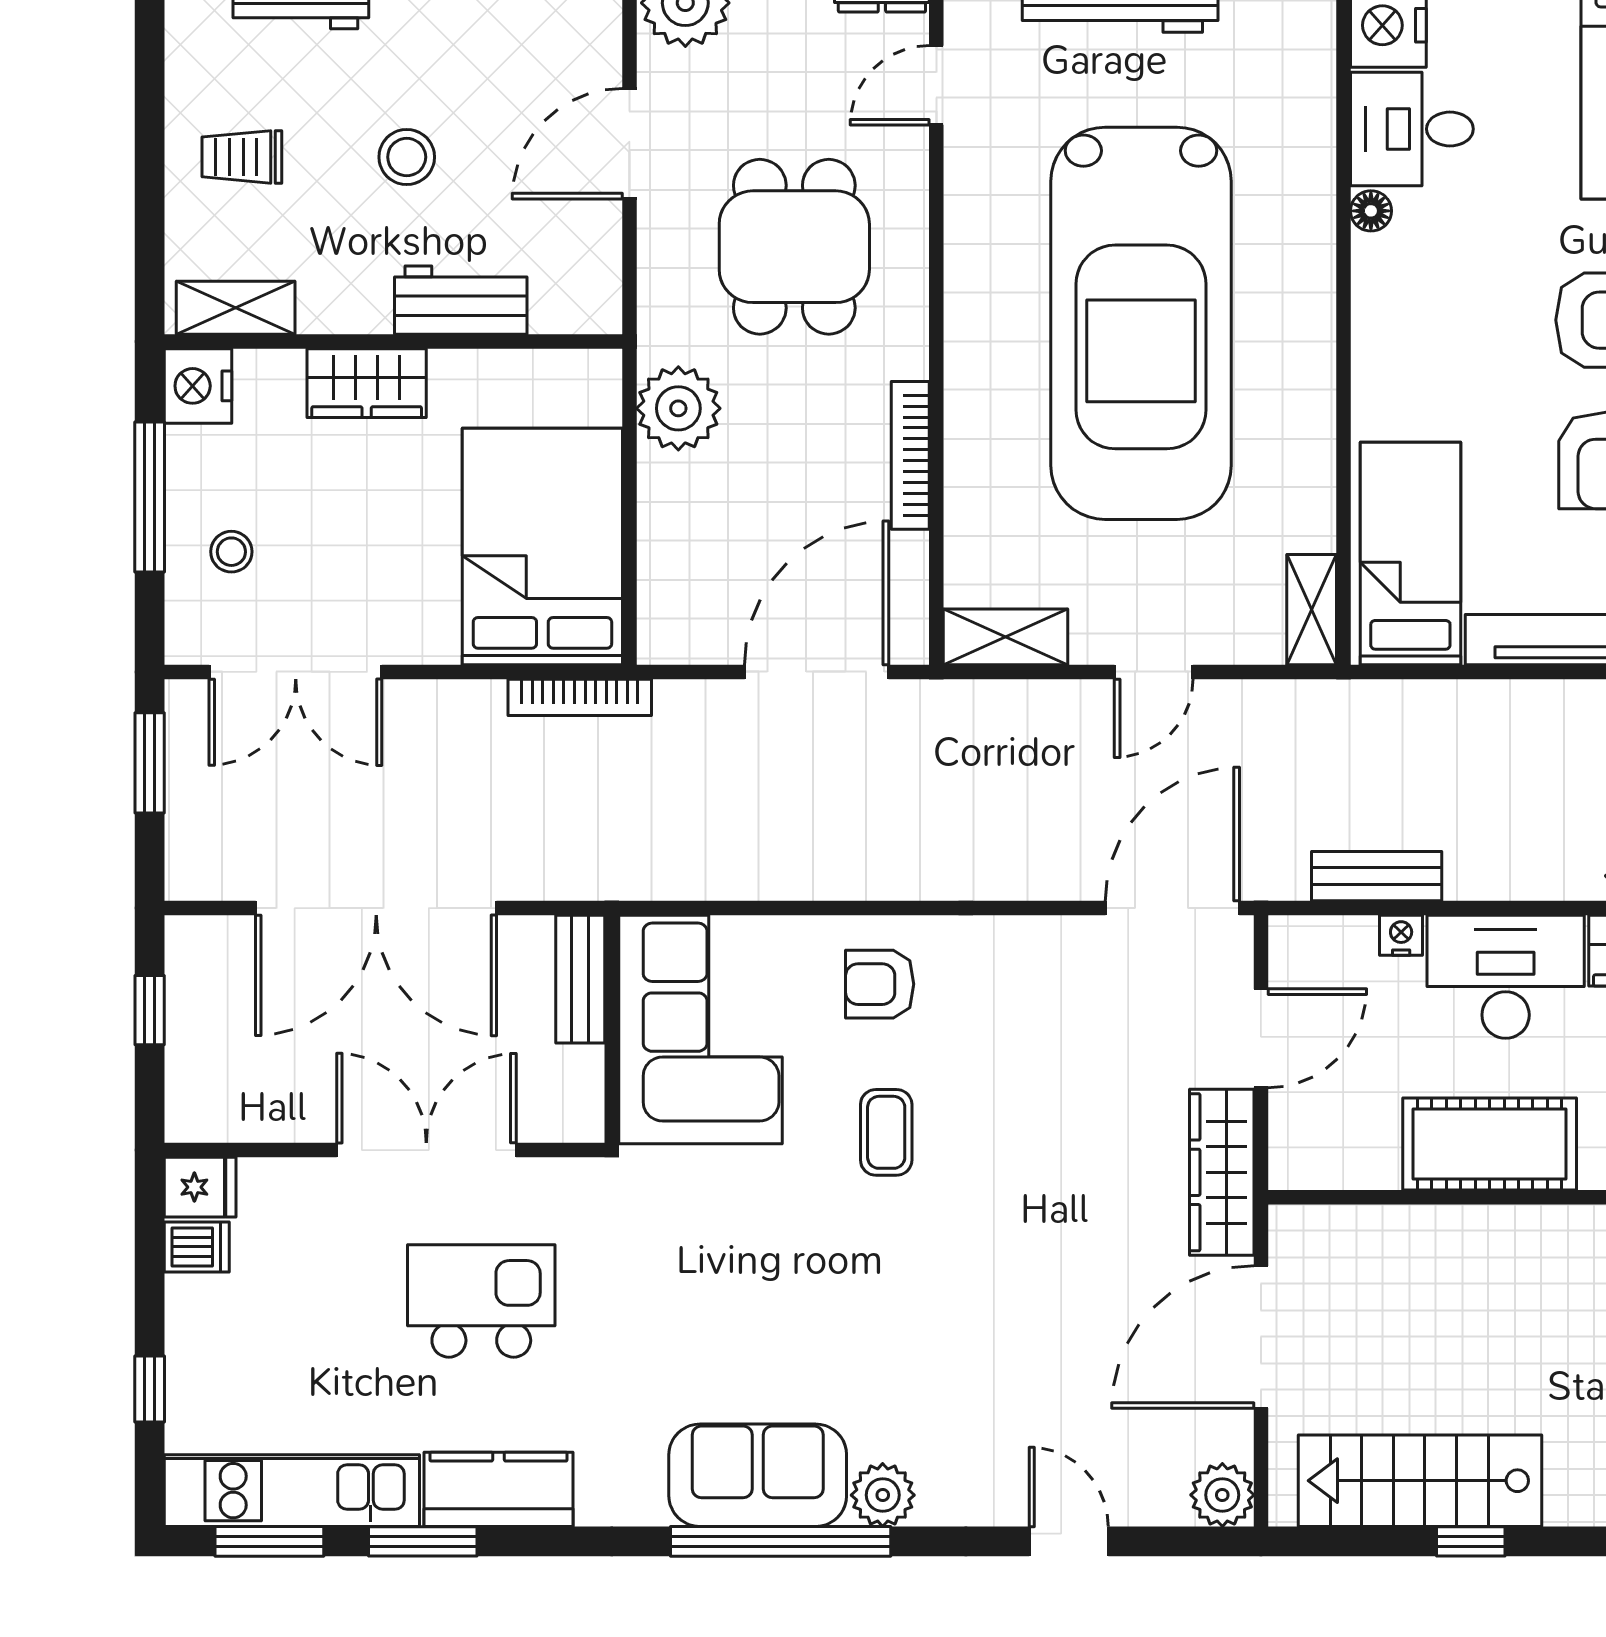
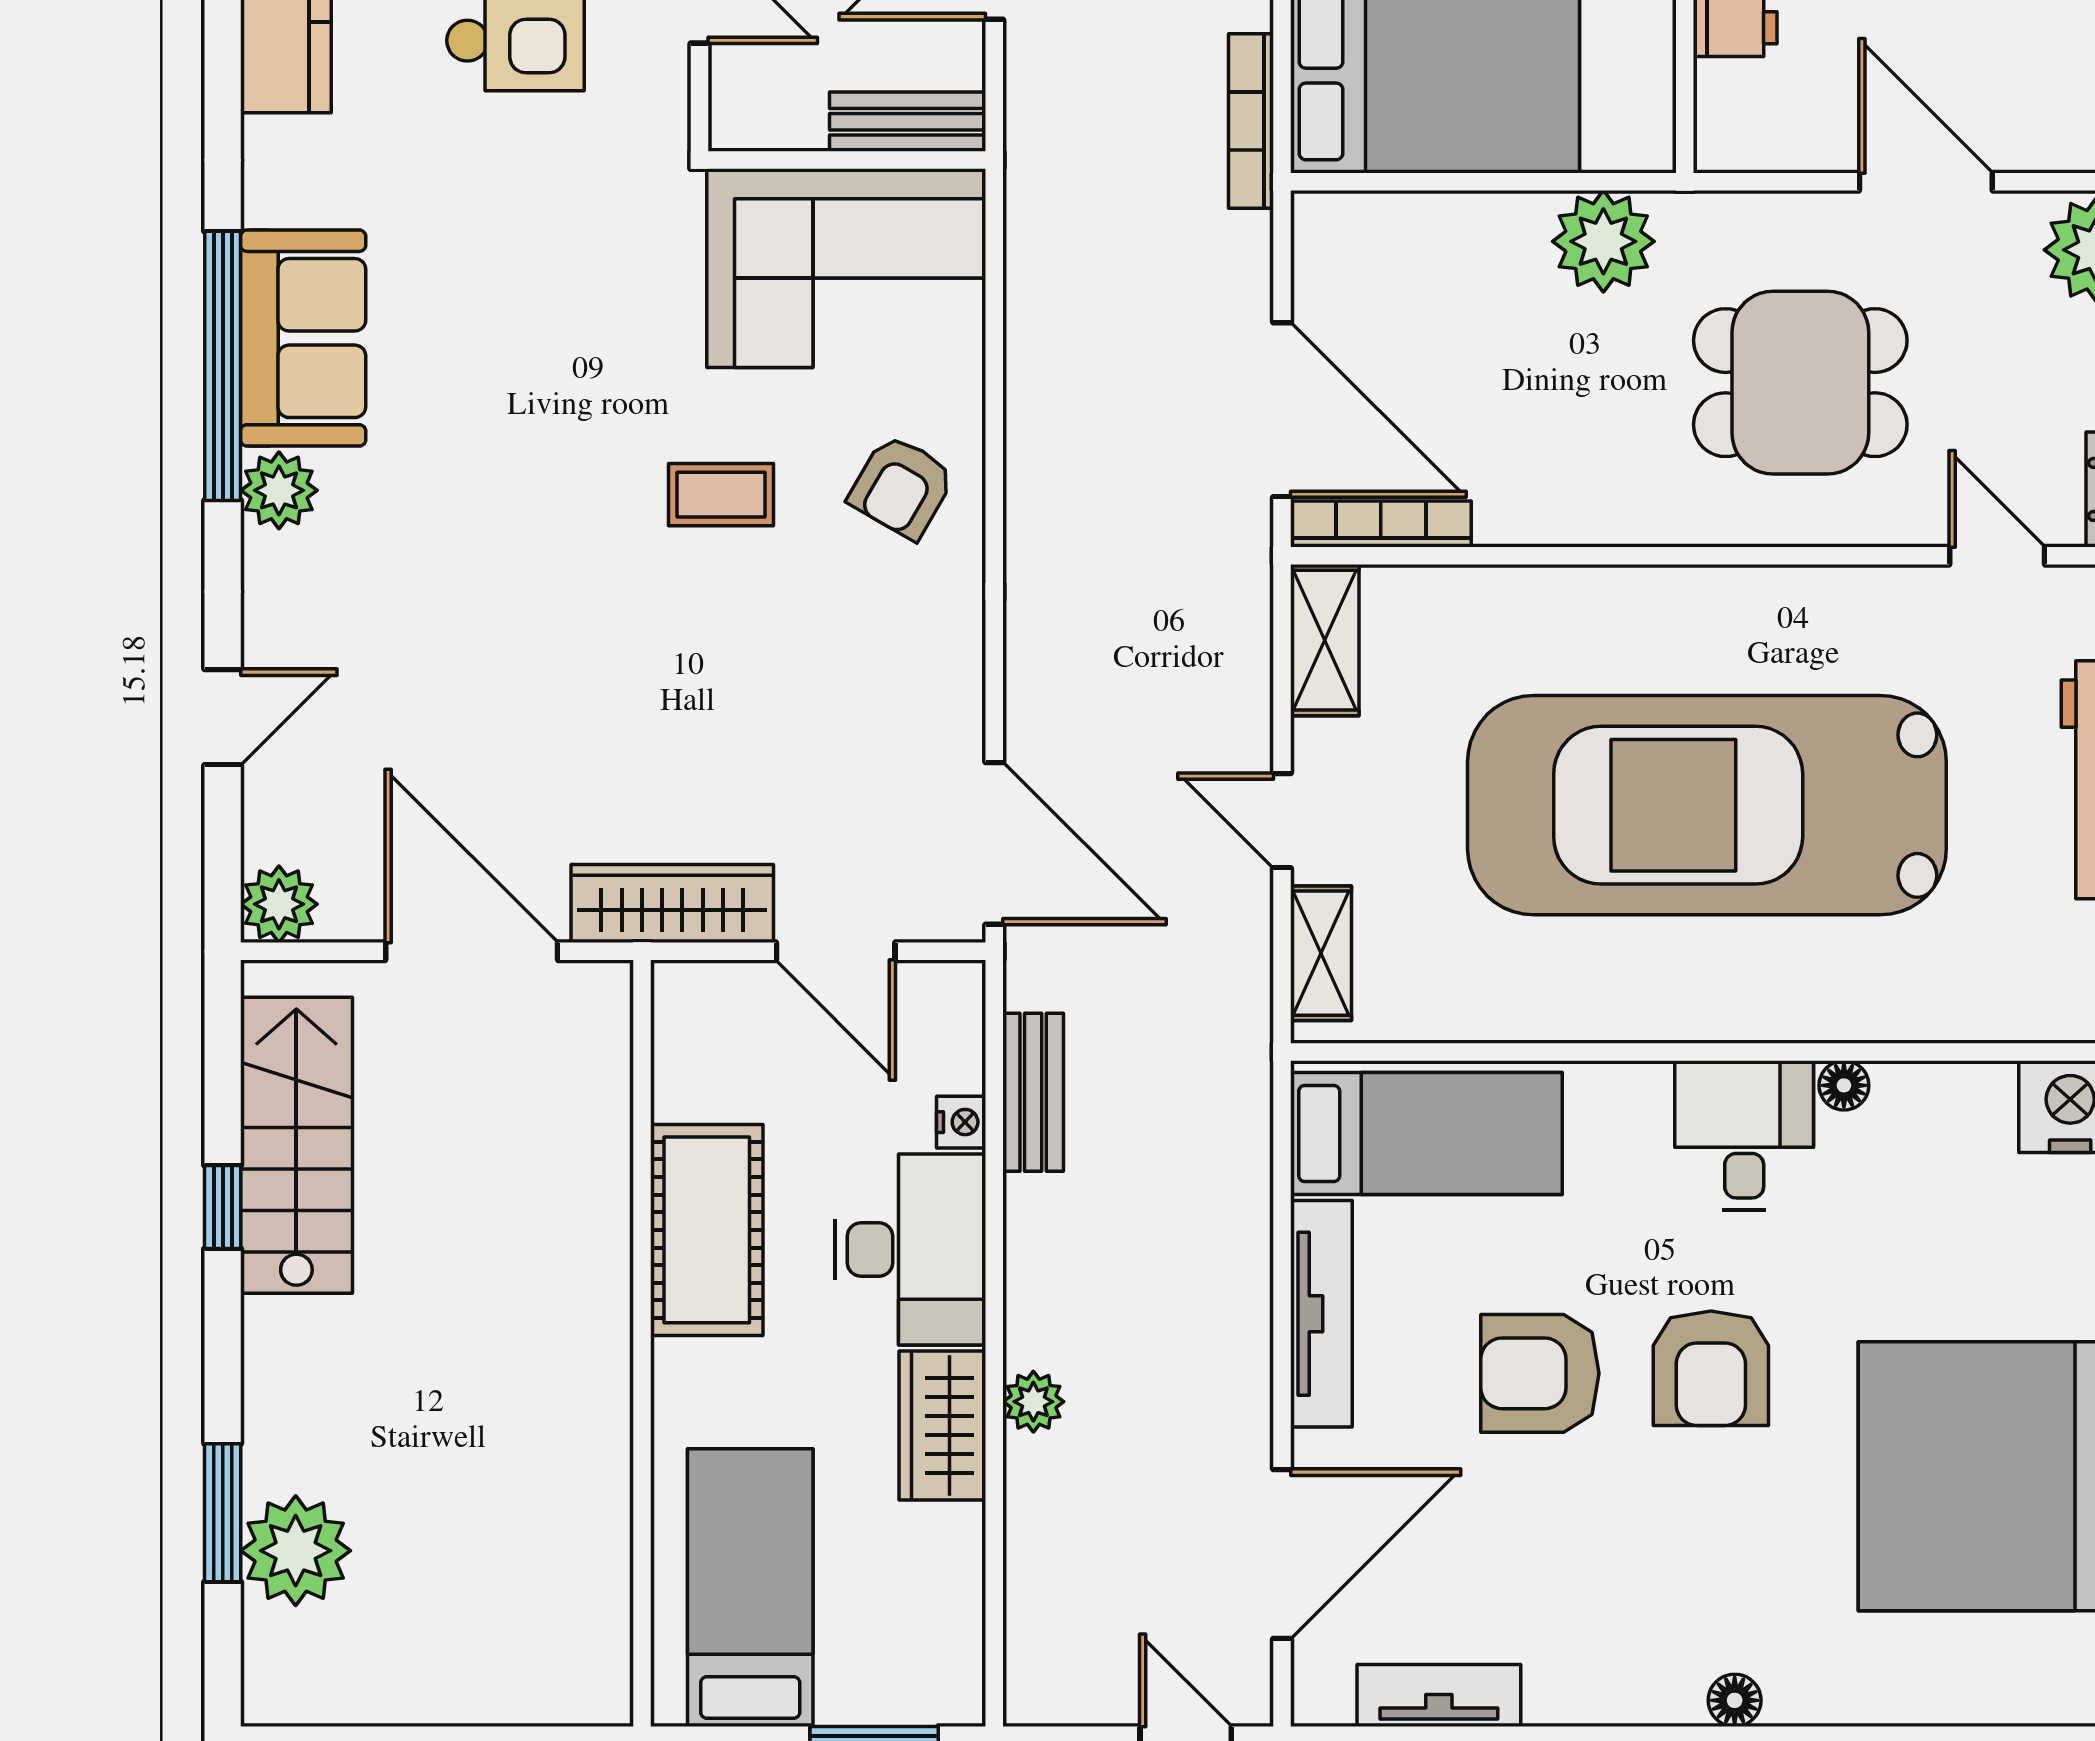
desk: (1412, 129) -> (1744, 1135), moved
bookcase: (910, 455) -> (1381, 524), moved
shelving: (1312, 610) -> (1321, 953), moved, turned 90
armchair: (880, 984) -> (902, 487), turned -150

